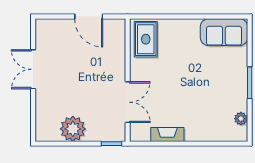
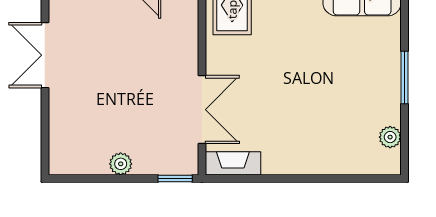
plant: (73, 129) -> (121, 164), width x0.53, depth x0.53
fireplace: (167, 134) -> (233, 163), moved

